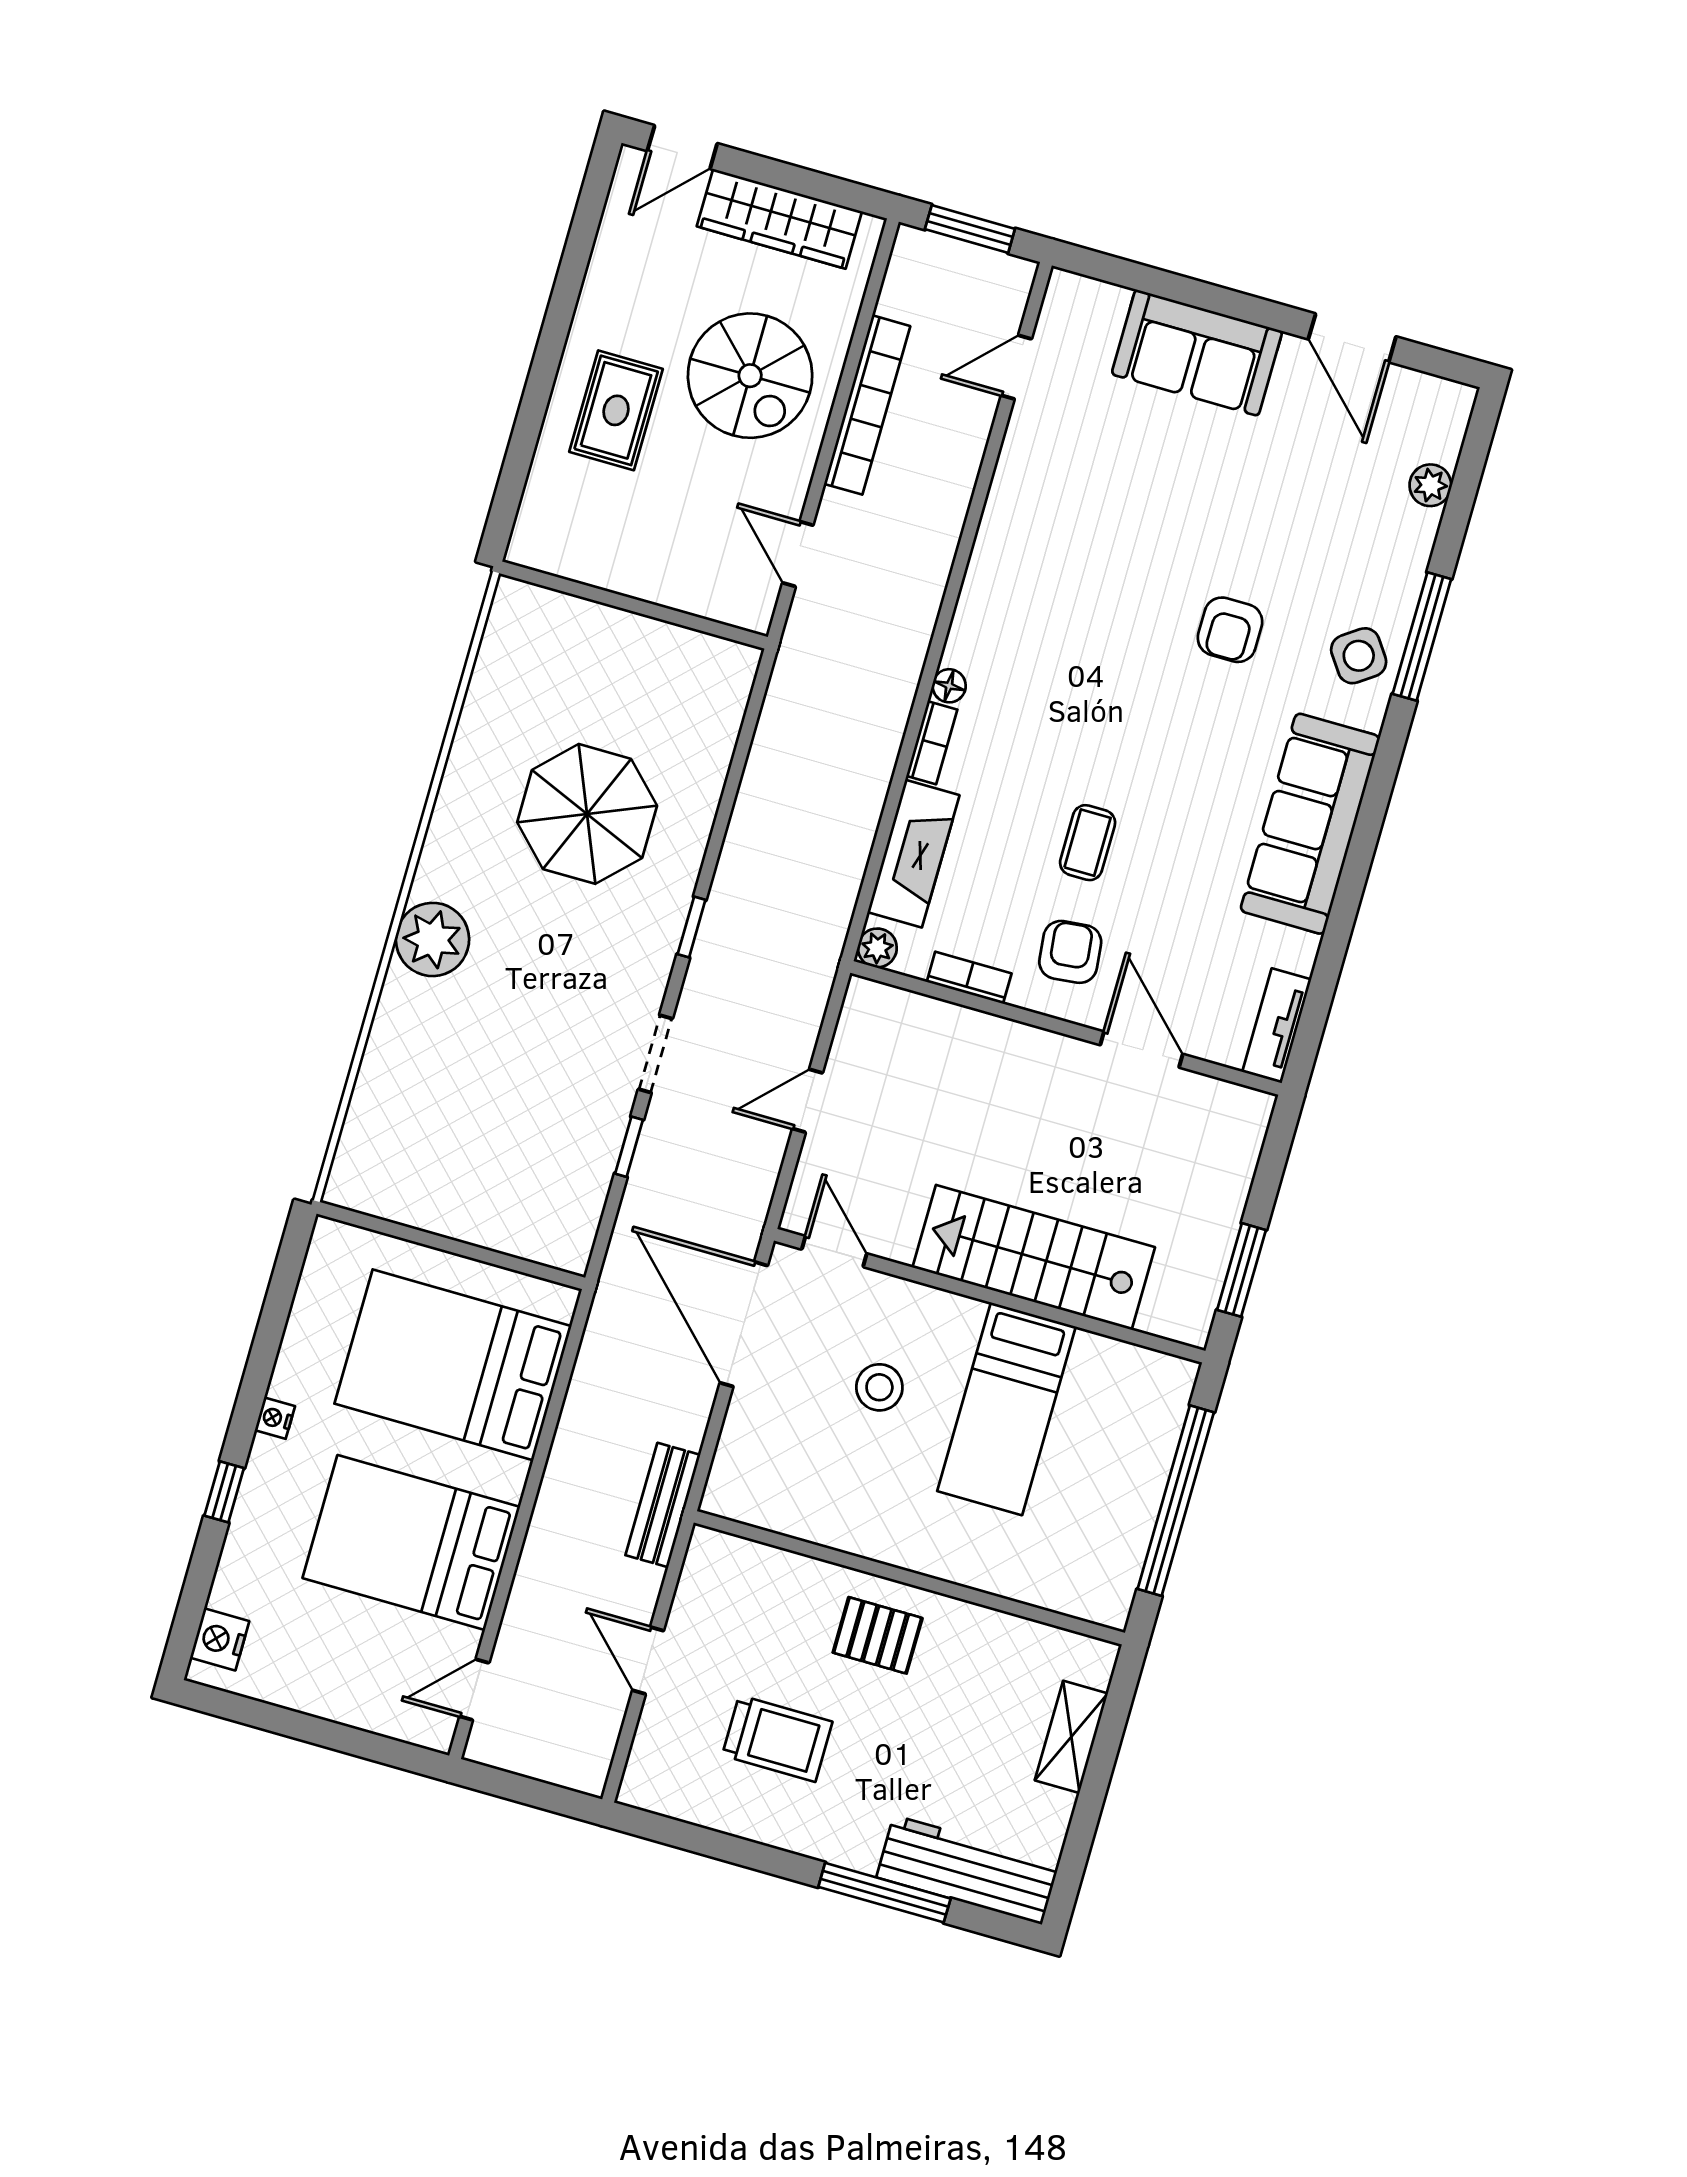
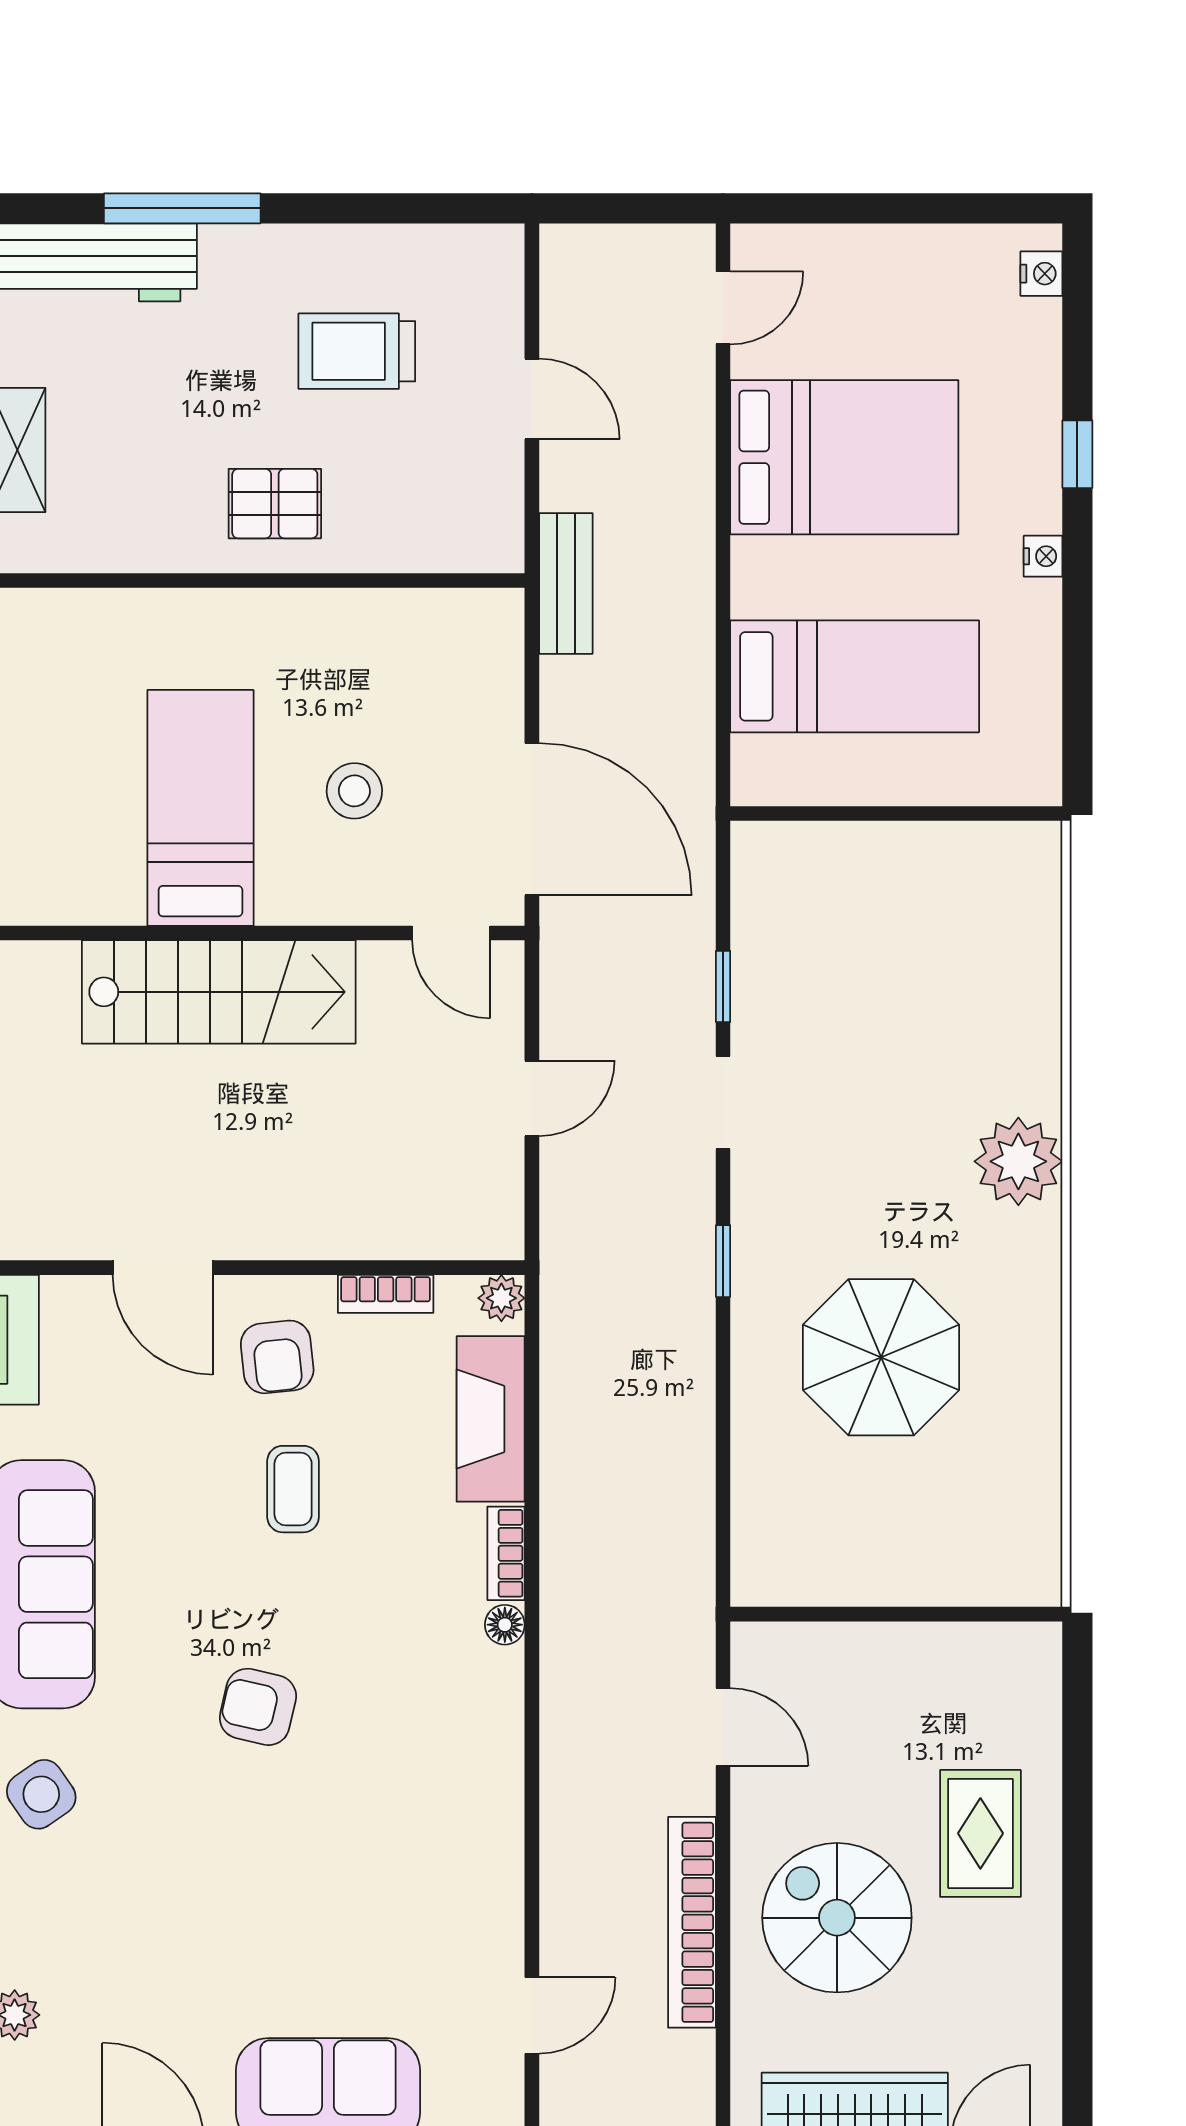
armchair: (1230, 630) -> (258, 1707), moved, turned -77
bed: (453, 1365) -> (855, 676), width x0.67
nightstand: (220, 1639) -> (1041, 274), width x0.72, depth x0.74

